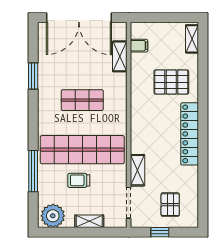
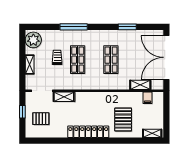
shop shelf: (82, 150) -> (78, 60), width x0.50, depth x0.74
window: (33, 171) -> (74, 27), moved

